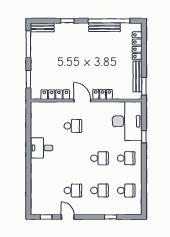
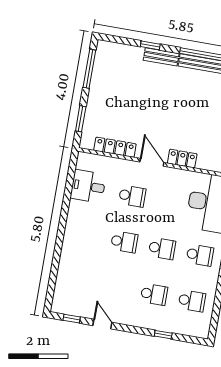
bench: (42, 27) -> (161, 57), moved
desk: (42, 148) -> (88, 186), moved
school desk: (73, 190) -> (124, 242), moved

